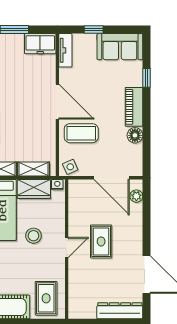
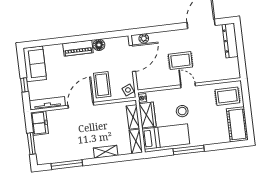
tv unit: (65, 50) -> (47, 103), width x1.41
window: (147, 78) -> (55, 41), removed

